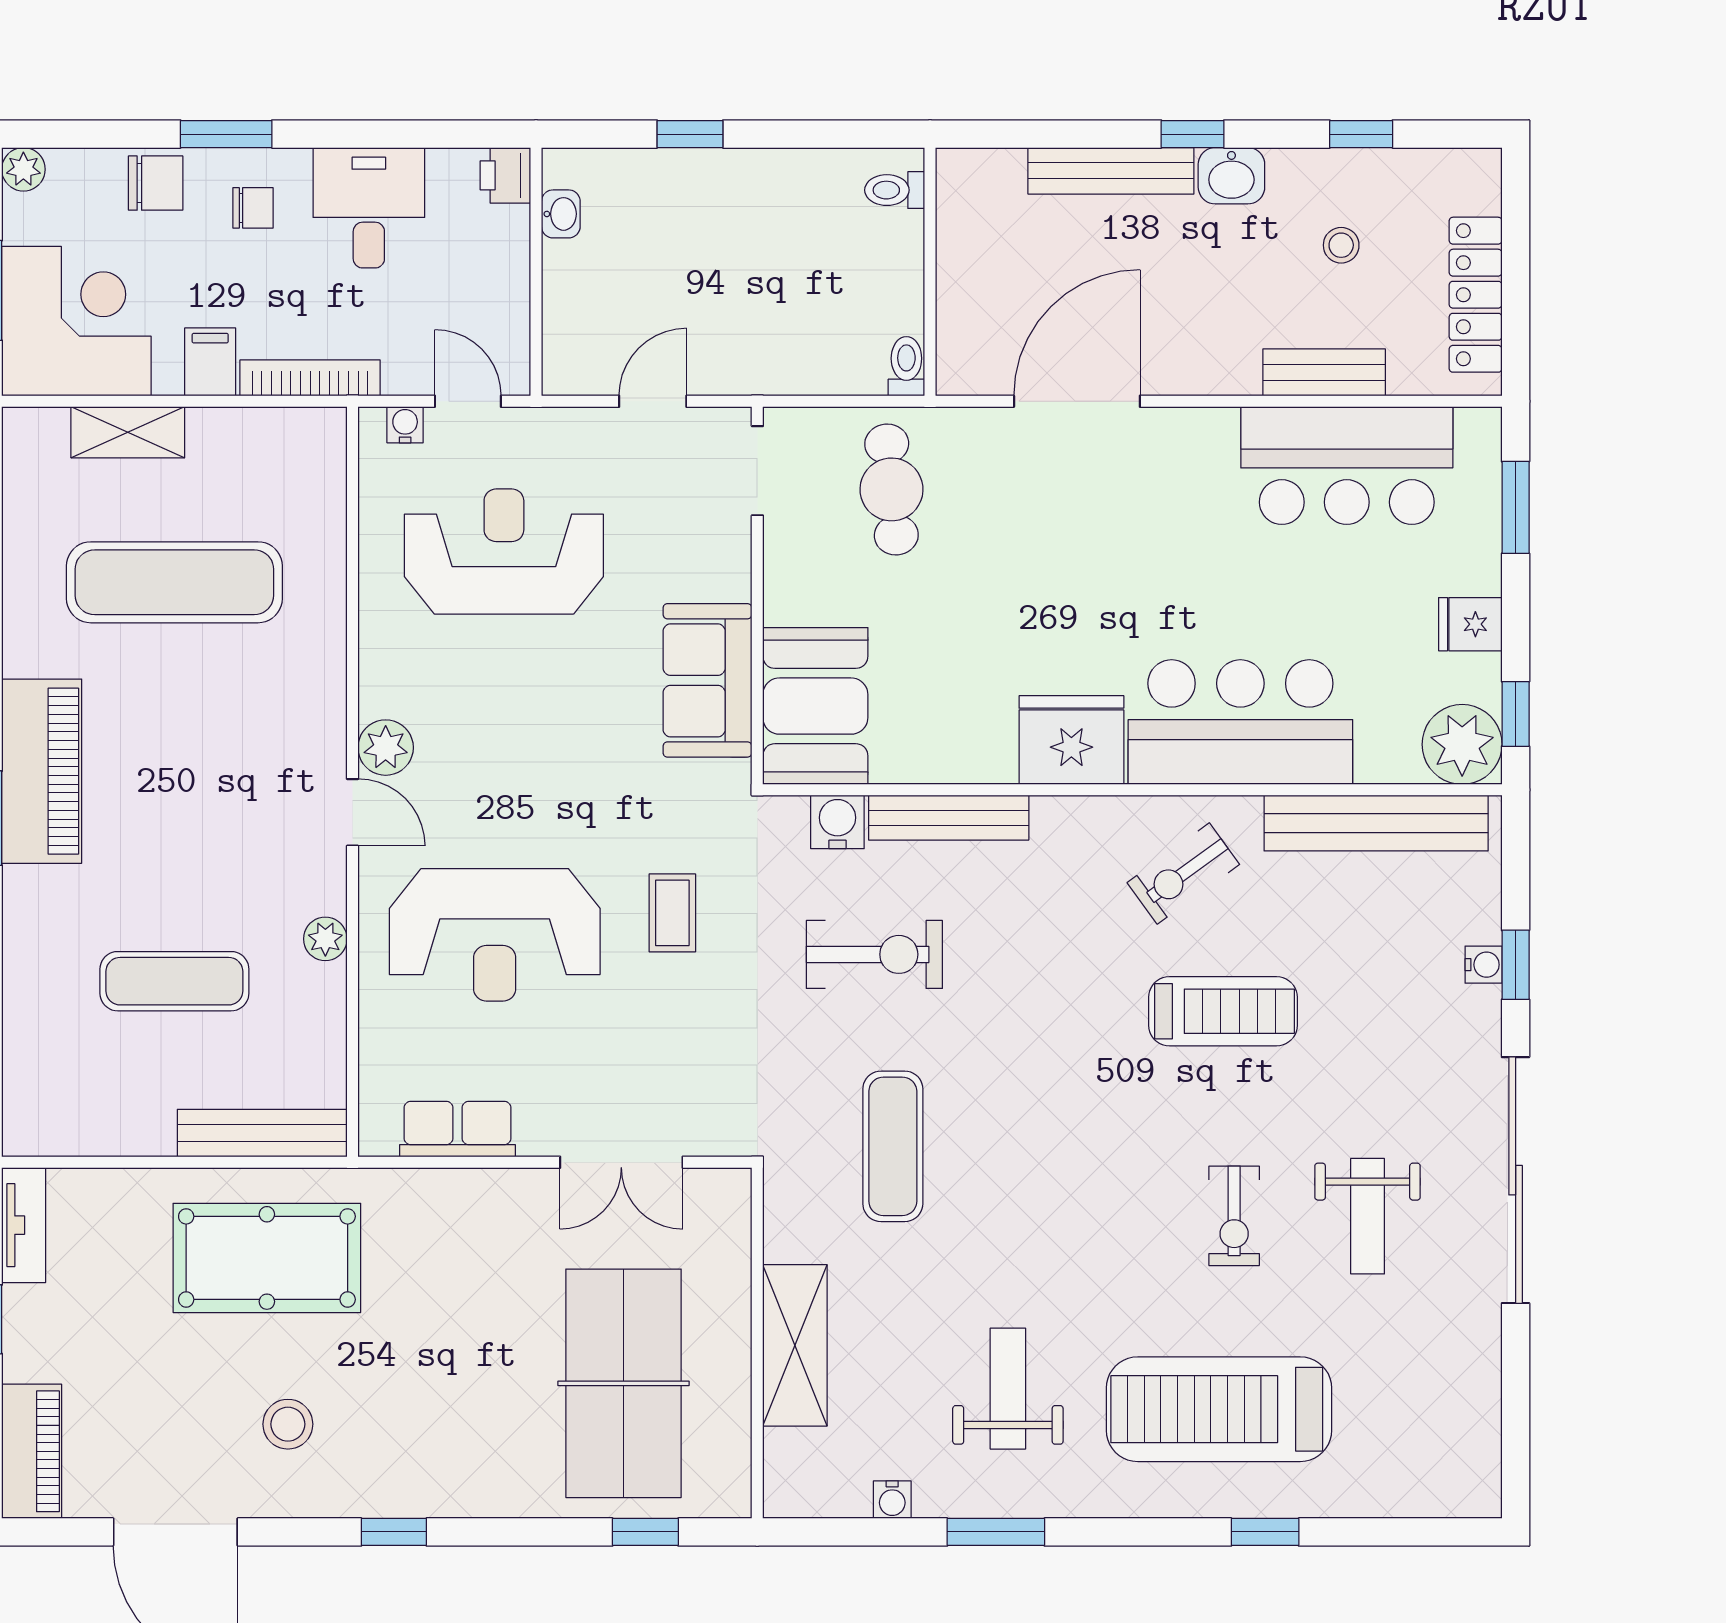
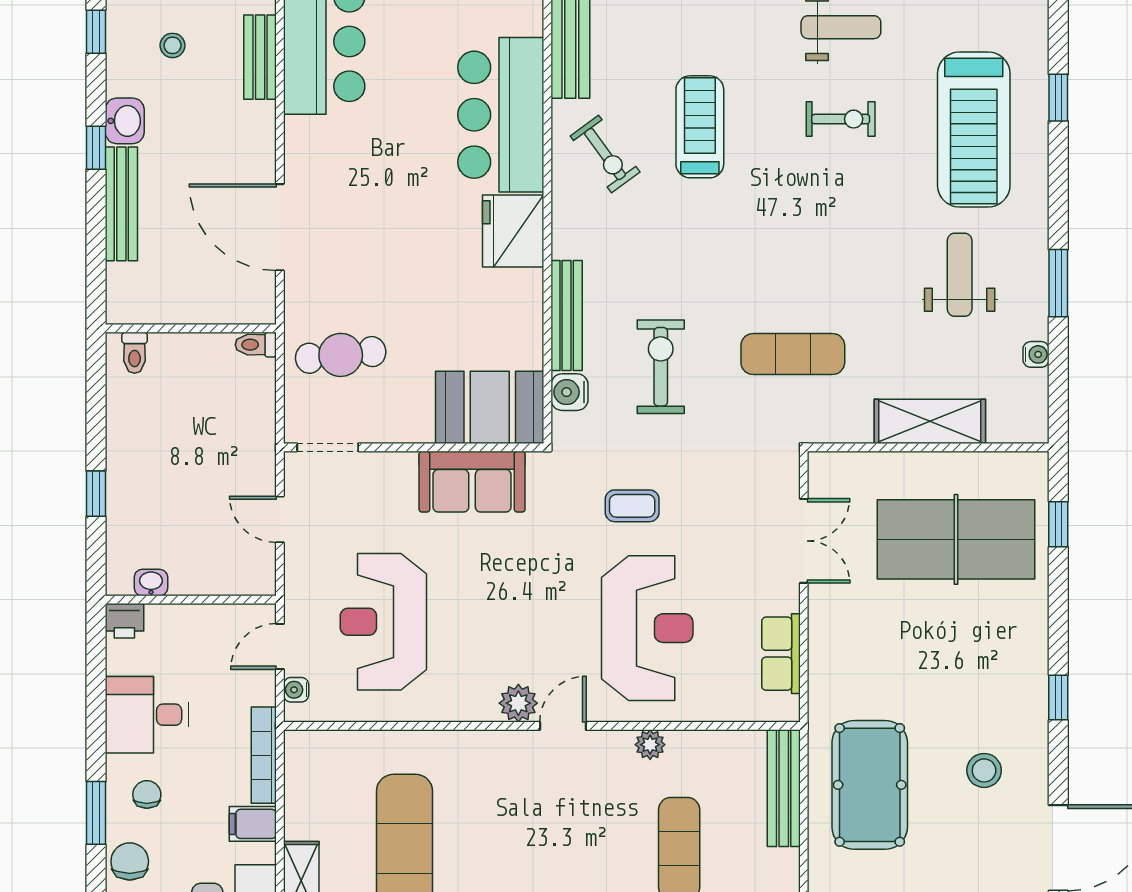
weight bench: (1008, 1389) -> (960, 275), turned 90

